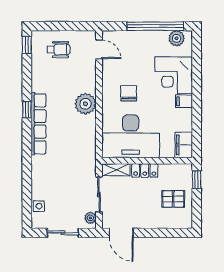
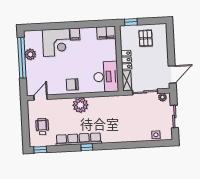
plant: (177, 38) -> (30, 54), moved
chair: (129, 93) -> (72, 85), moved
row of seats: (38, 124) -> (79, 139), moved
desk: (131, 136) -> (106, 77), width x0.73, depth x0.77

